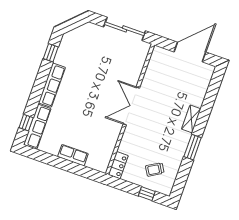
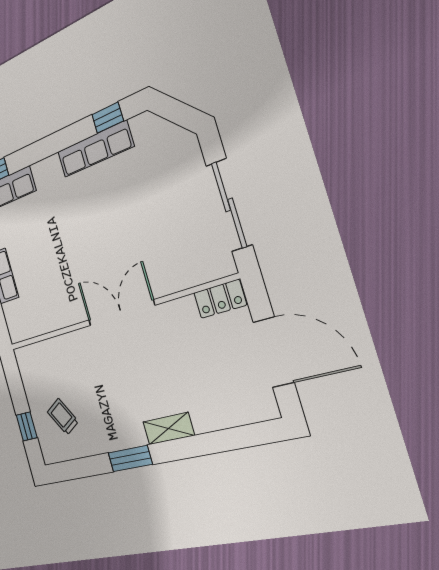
row of seats: (52, 85) -> (95, 149), moved
locker: (118, 165) -> (220, 299), moved

